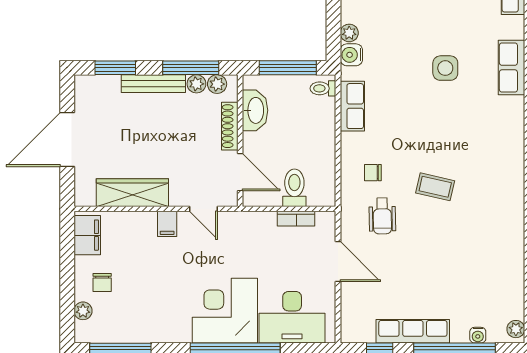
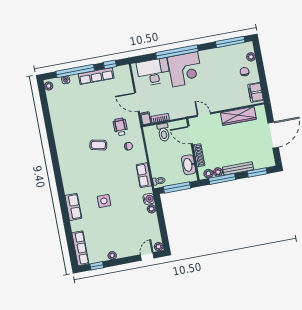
filing cabinet: (167, 224) -> (146, 118), moved

